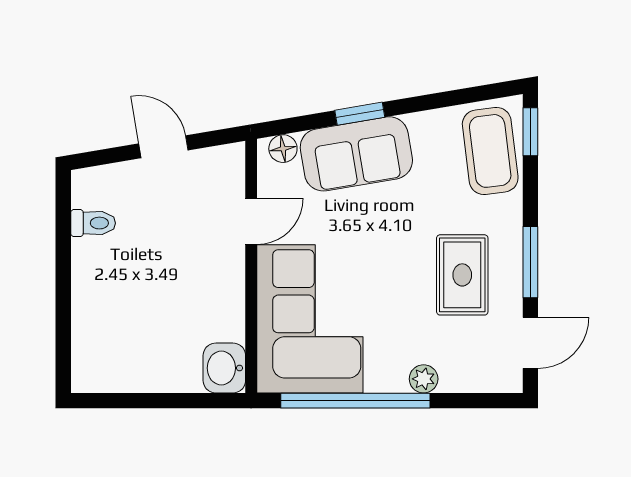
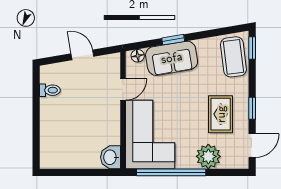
window: (530, 262) -> (252, 108), width x0.67
plant: (424, 379) -> (208, 156), width x1.88, depth x1.88

